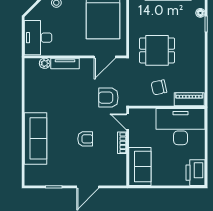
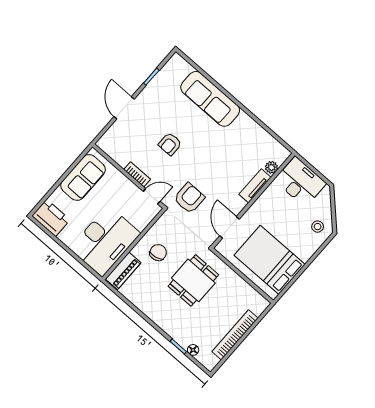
sofa: (140, 167) -> (83, 177), moved, turned -90

